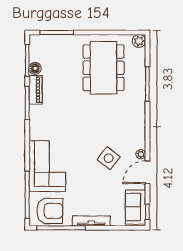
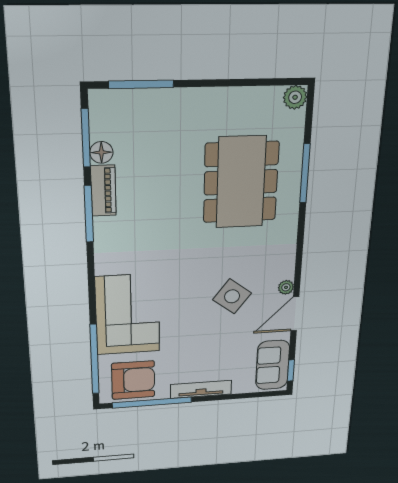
dining table: (103, 68) -> (241, 182), moved

